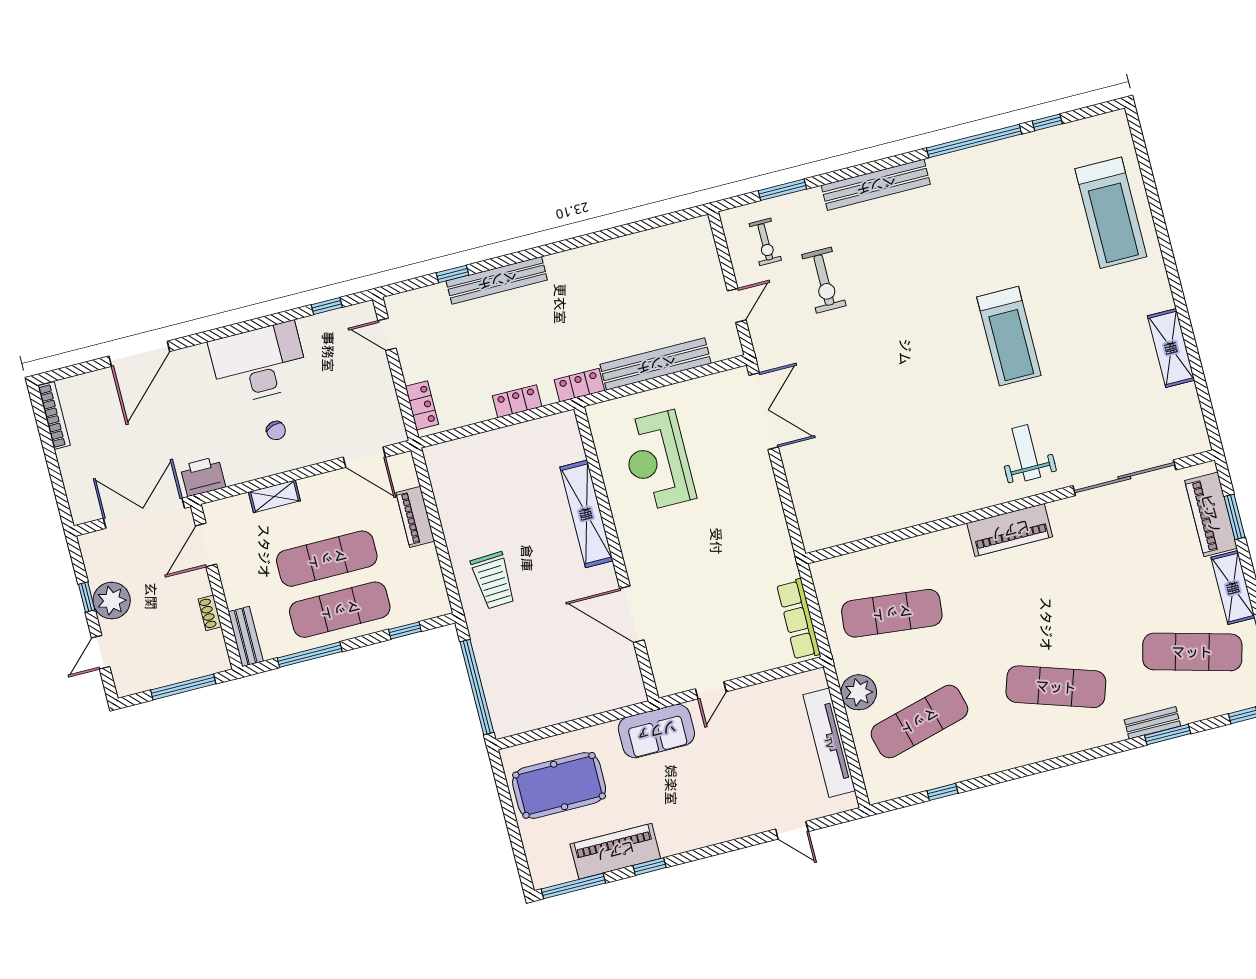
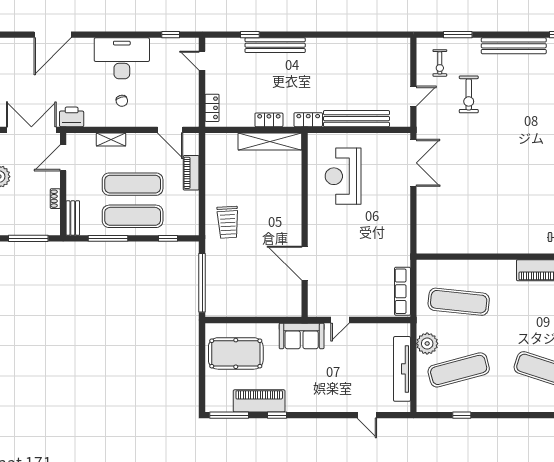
shelving: (586, 514) -> (270, 141), moved, turned 90

